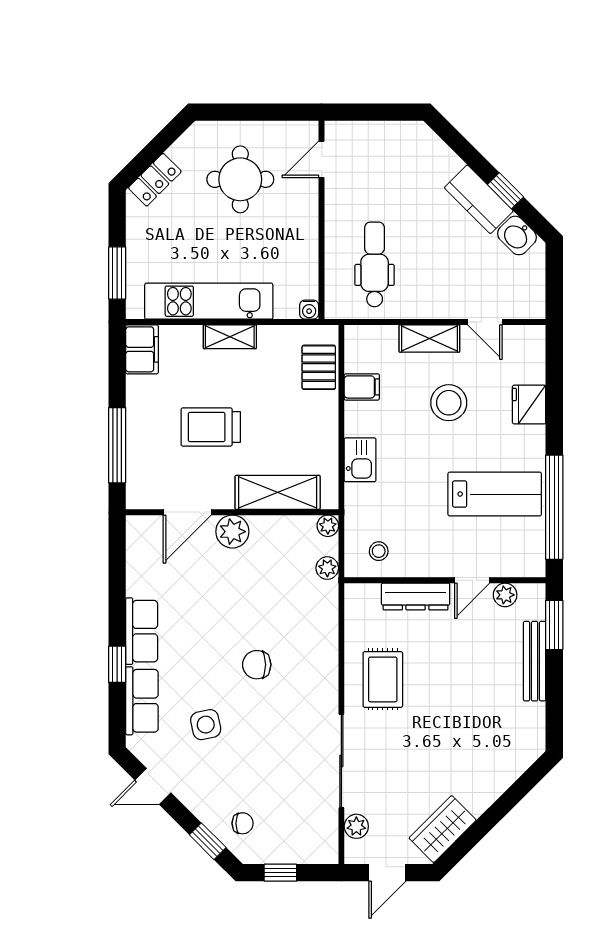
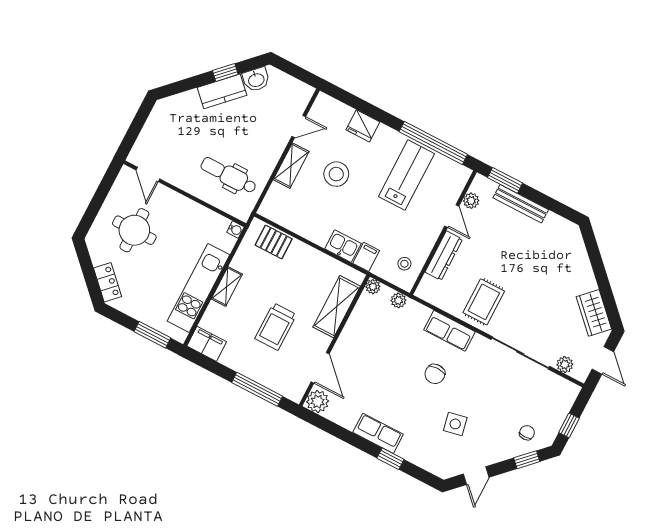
filing cabinet: (362, 387) -> (366, 257), moved
plant: (232, 532) -> (318, 401), moved
rug: (383, 679) -> (484, 302), turned 90
row of seats: (142, 701) -> (449, 331), moved, turned 180

